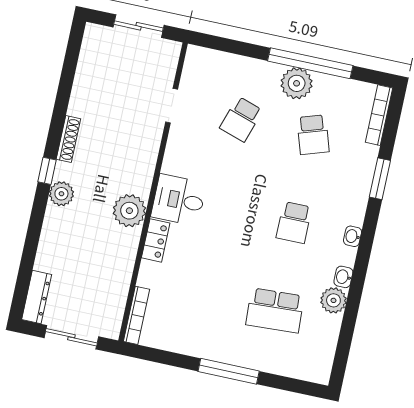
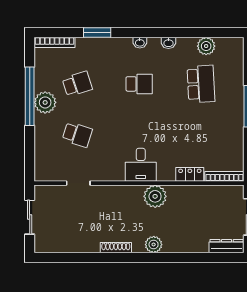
window: (47, 171) -> (140, 258), removed
locker: (156, 240) -> (190, 174), moved
plant: (333, 300) -> (206, 46), moved

